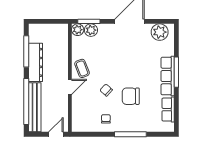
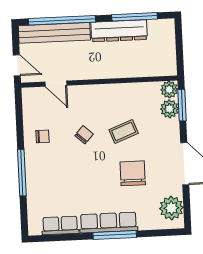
coffee table: (82, 68) -> (124, 131), moved
door: (70, 87) -> (56, 84), moved
chair: (131, 96) -> (133, 173), moved

